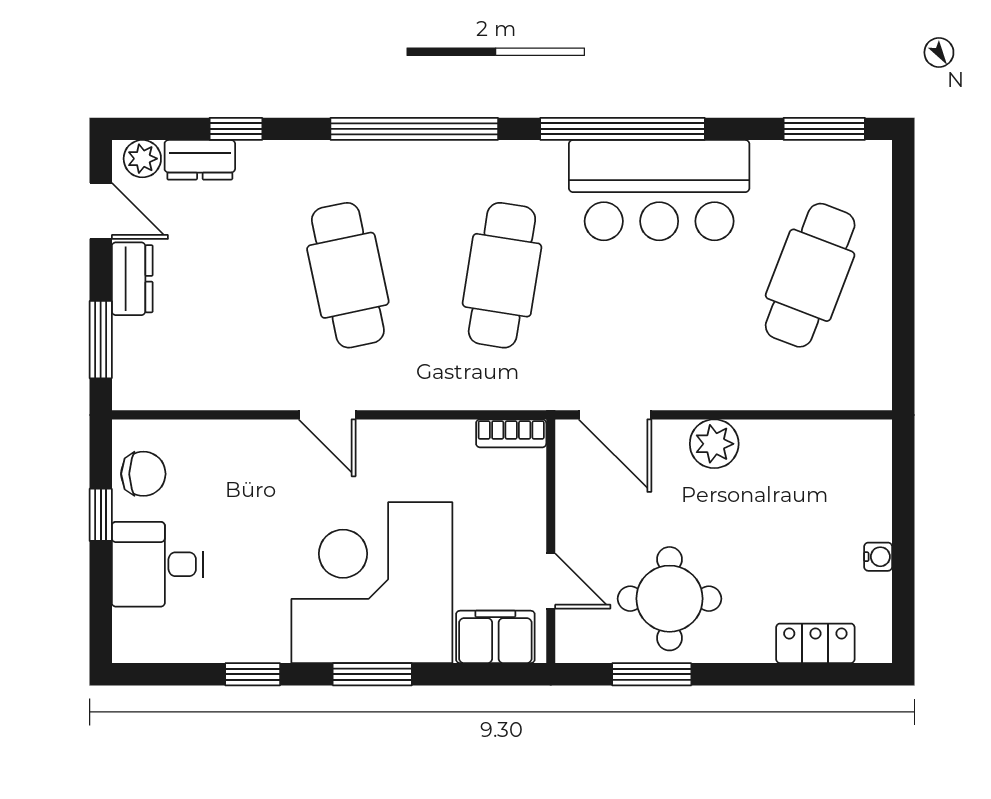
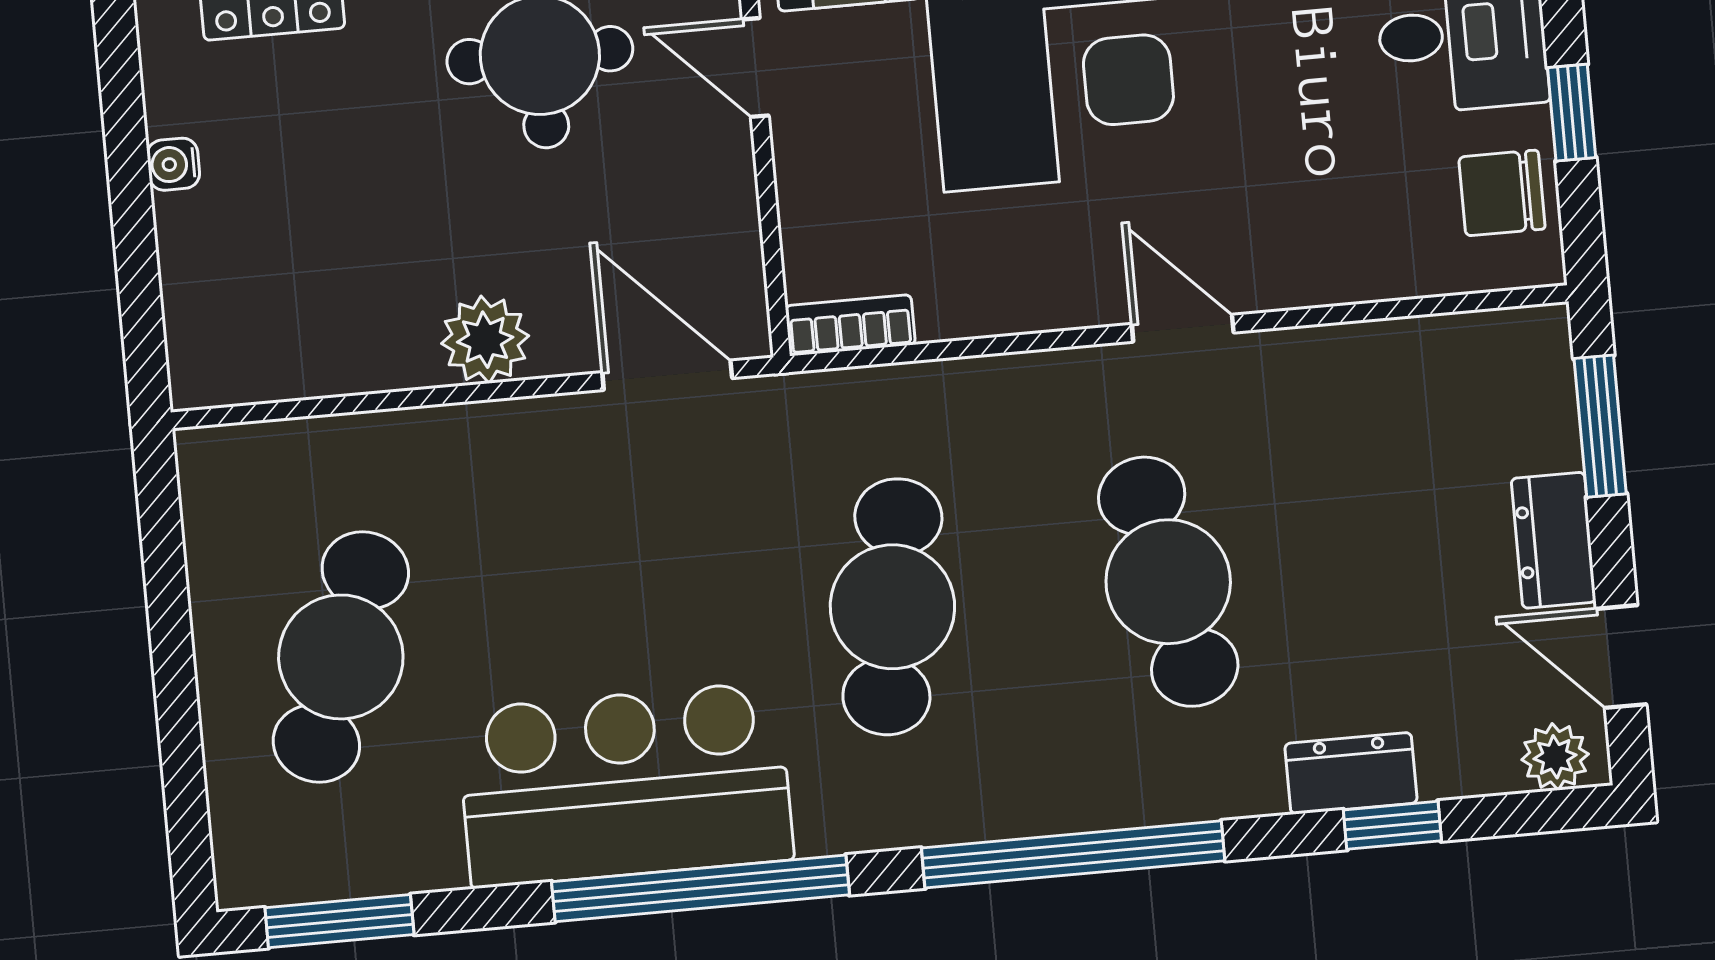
dresser: (200, 160) -> (1351, 773), moved

